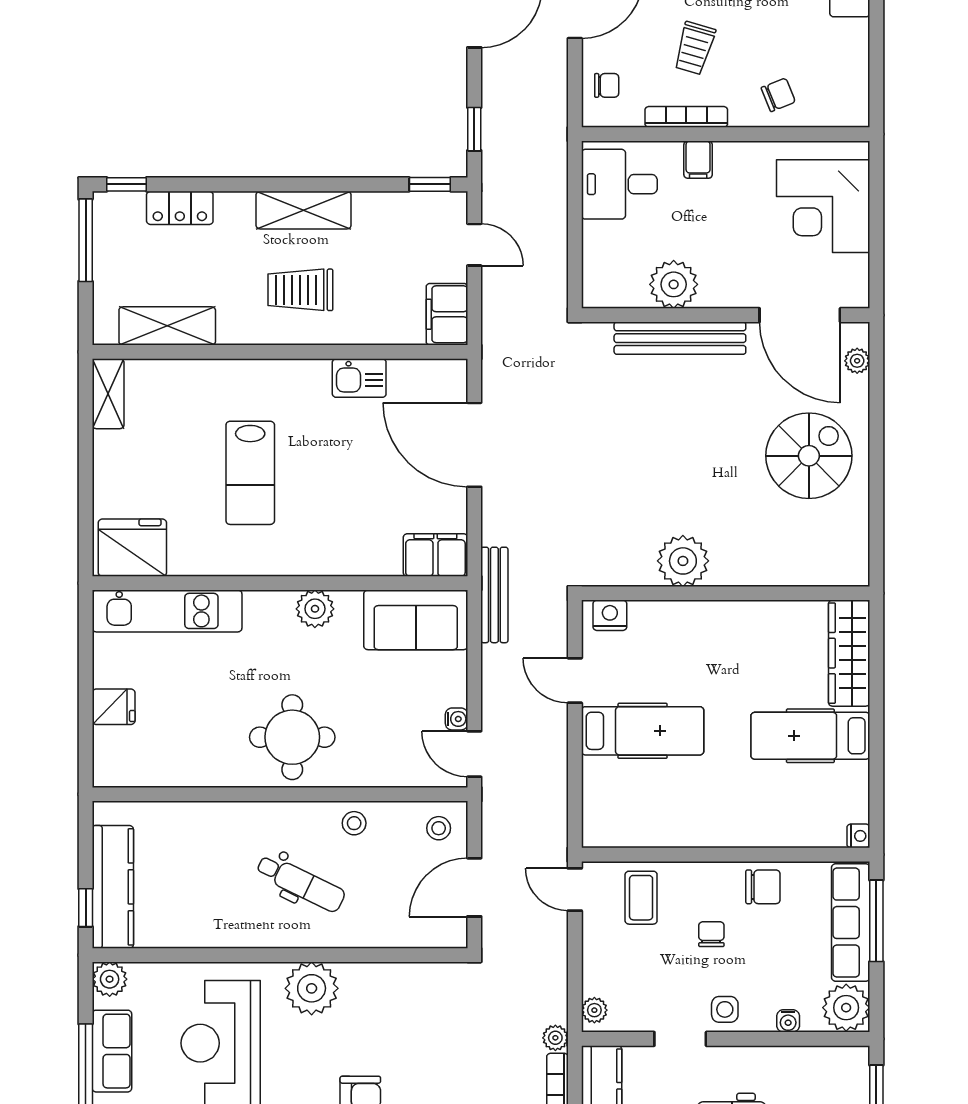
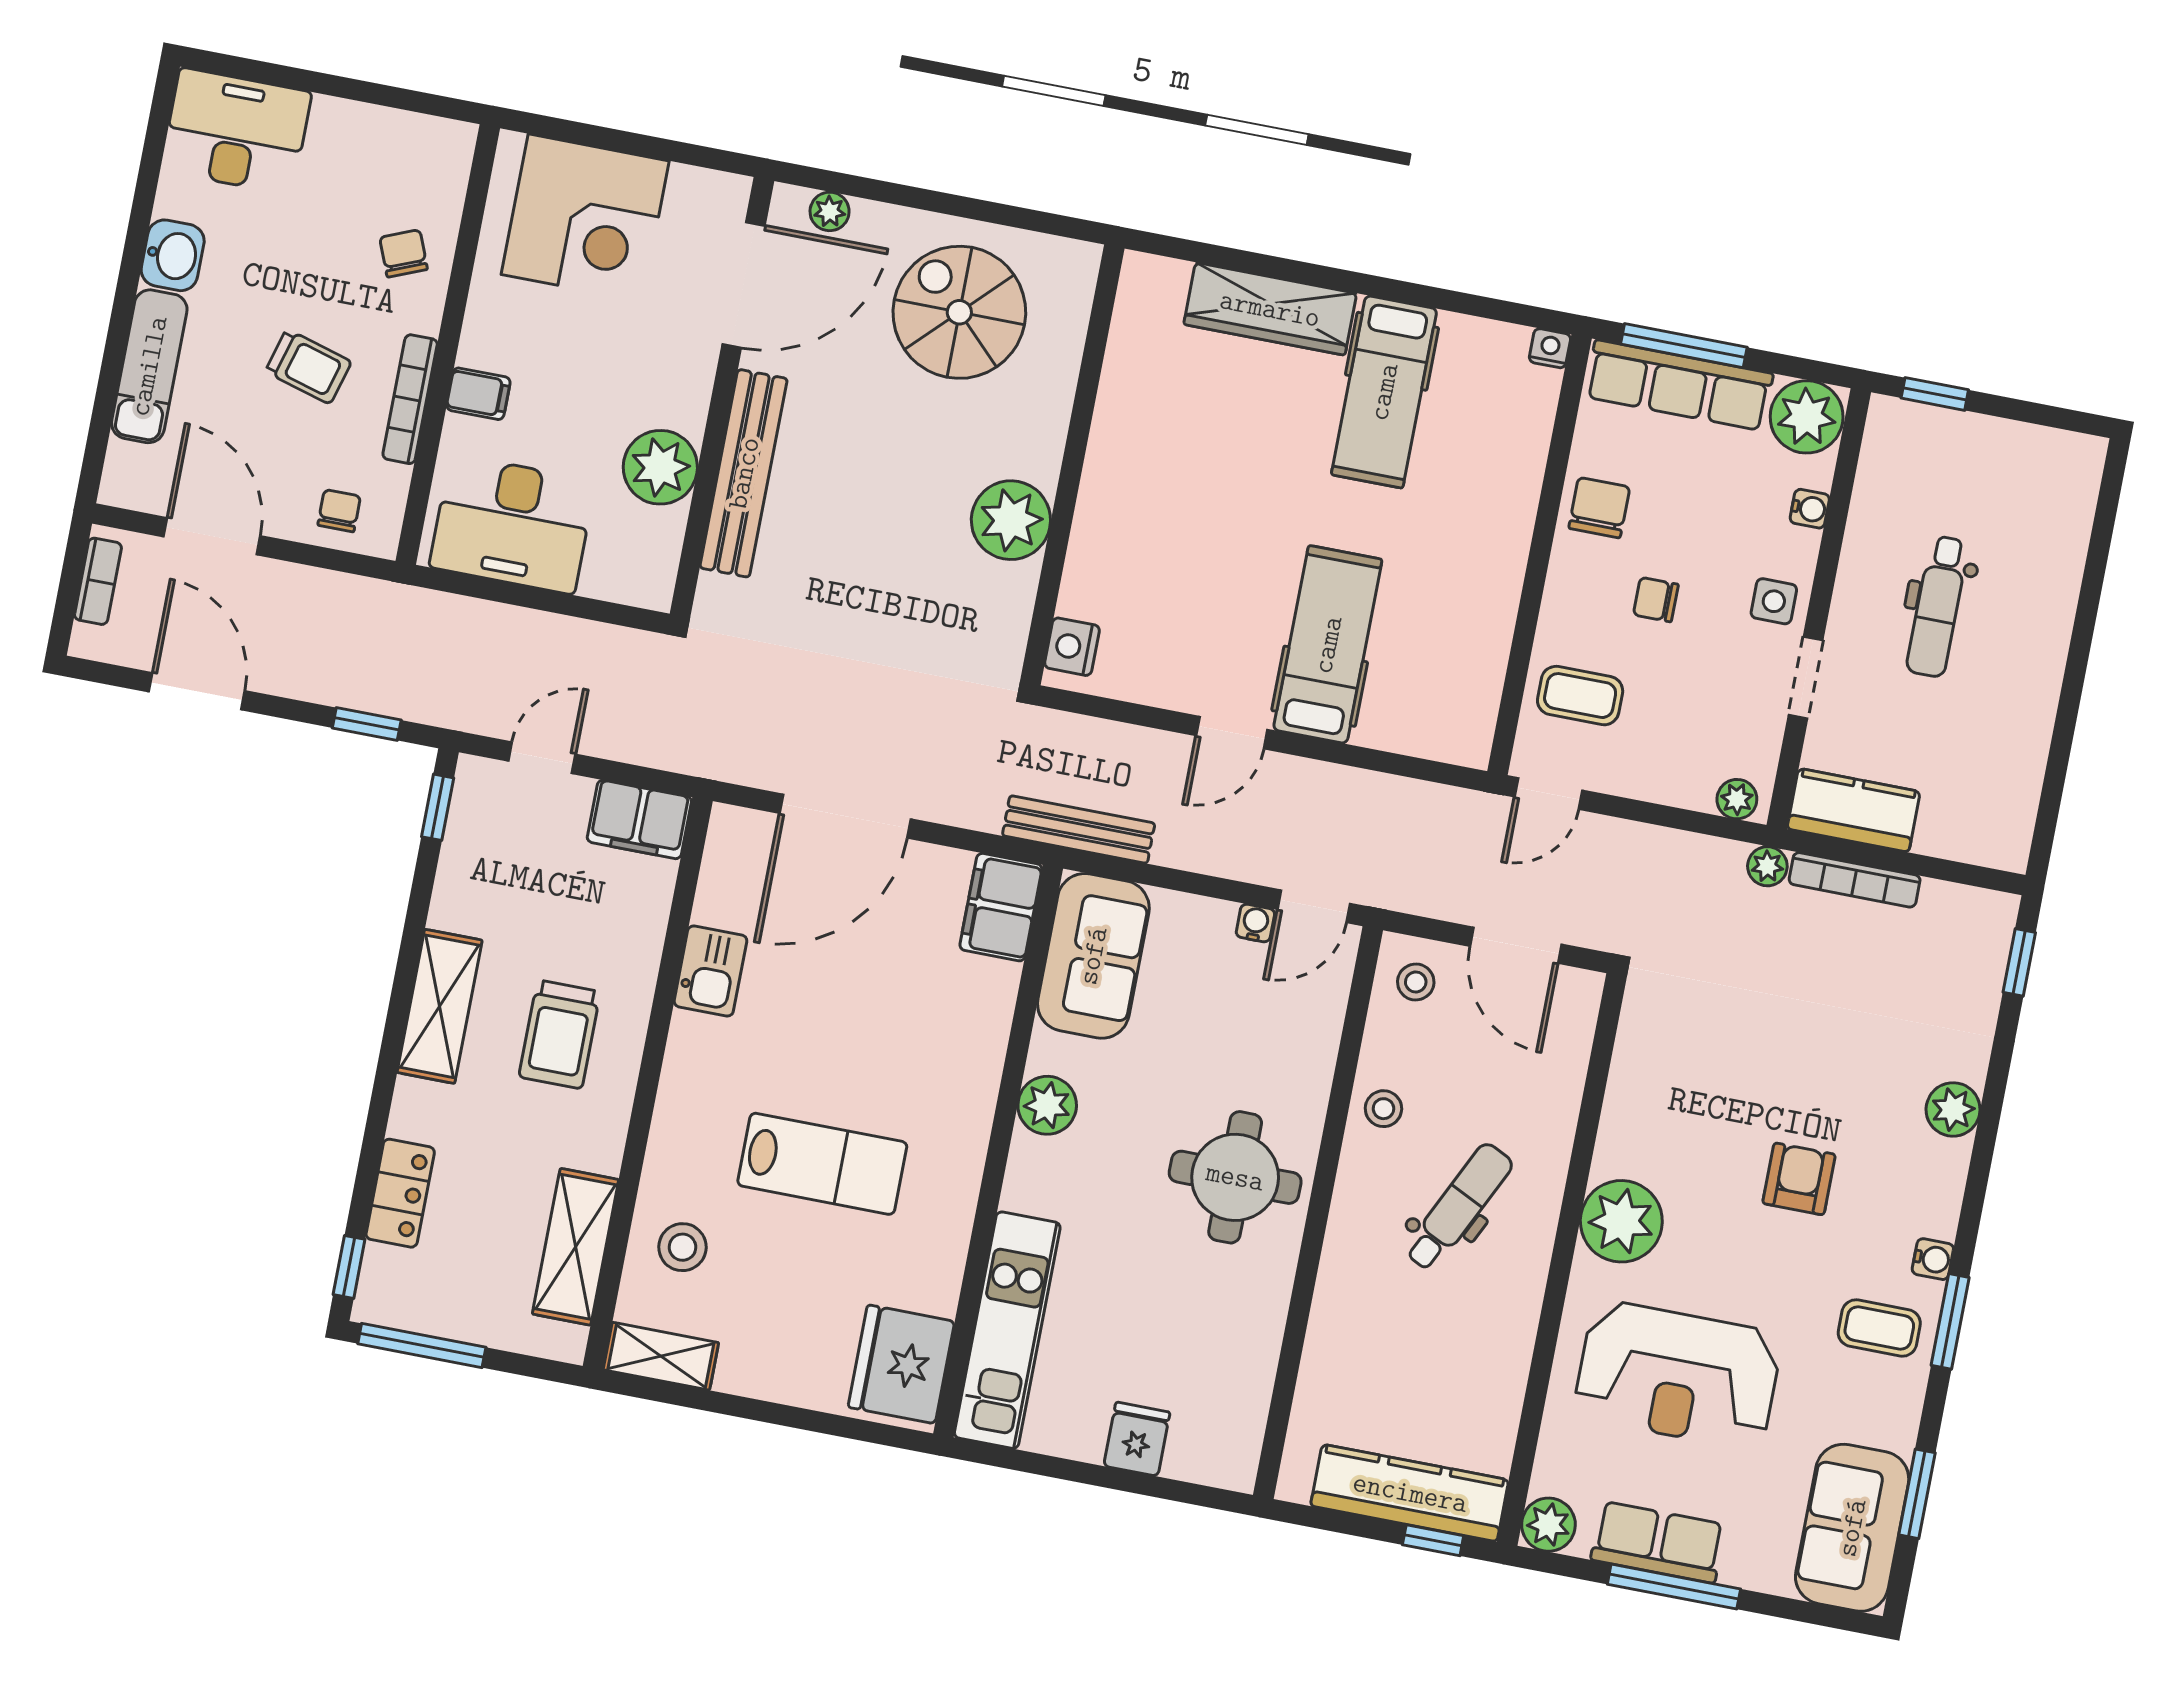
desk: (619, 184) -> (512, 524), width x1.37
stool: (180, 394) -> (682, 1247), added
plant: (683, 561) -> (1011, 520), moved
wall: (726, 593) -> (1072, 465), moved
nightstand: (610, 615) -> (1072, 647), moved

